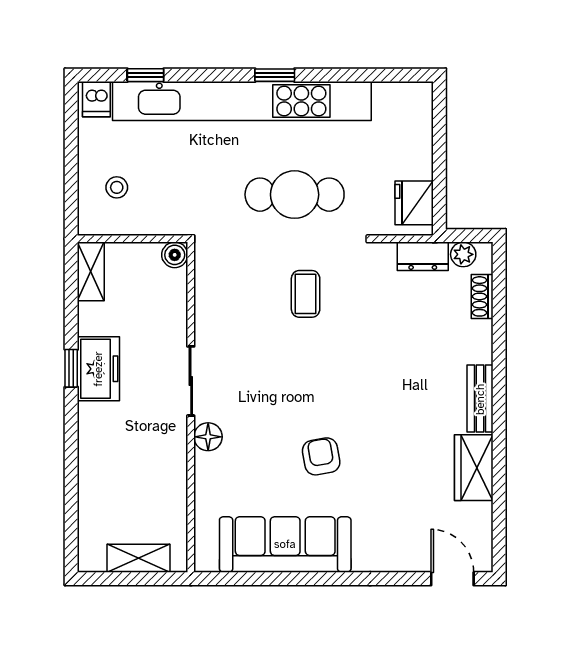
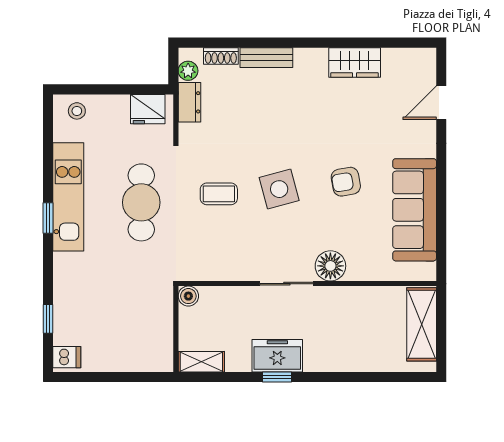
kitchen unit: (242, 101) -> (68, 197), width x0.54
stool: (117, 187) -> (77, 111), moved
side table: (312, 371) -> (279, 189), added
bench: (480, 399) -> (266, 58), moved
floor lamp: (208, 437) -> (330, 266), width x1.38, depth x1.38
shelving: (139, 558) -> (422, 324), width x1.50, depth x1.33
door: (452, 579) -> (441, 103), moved

